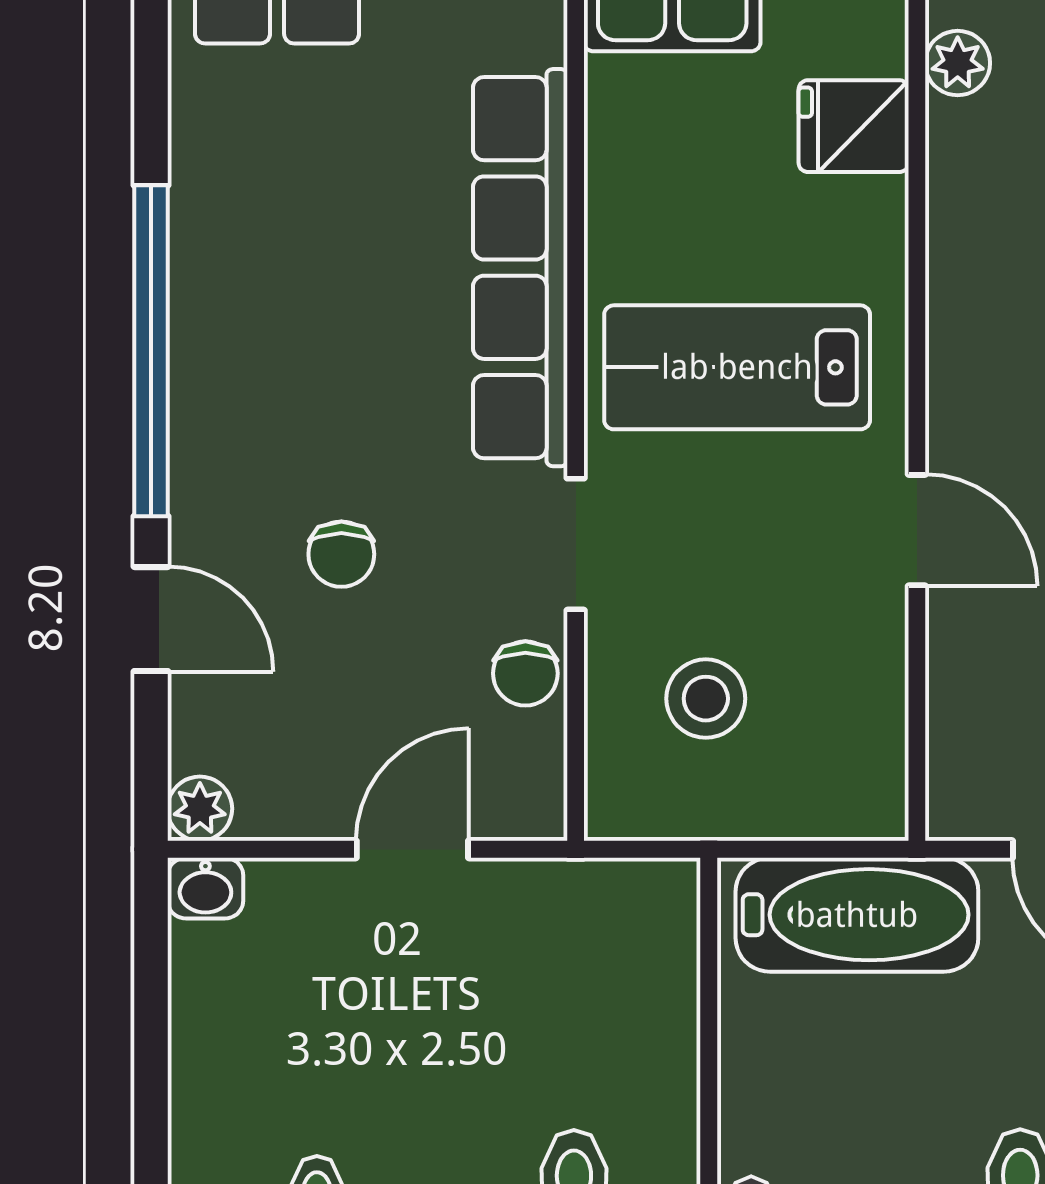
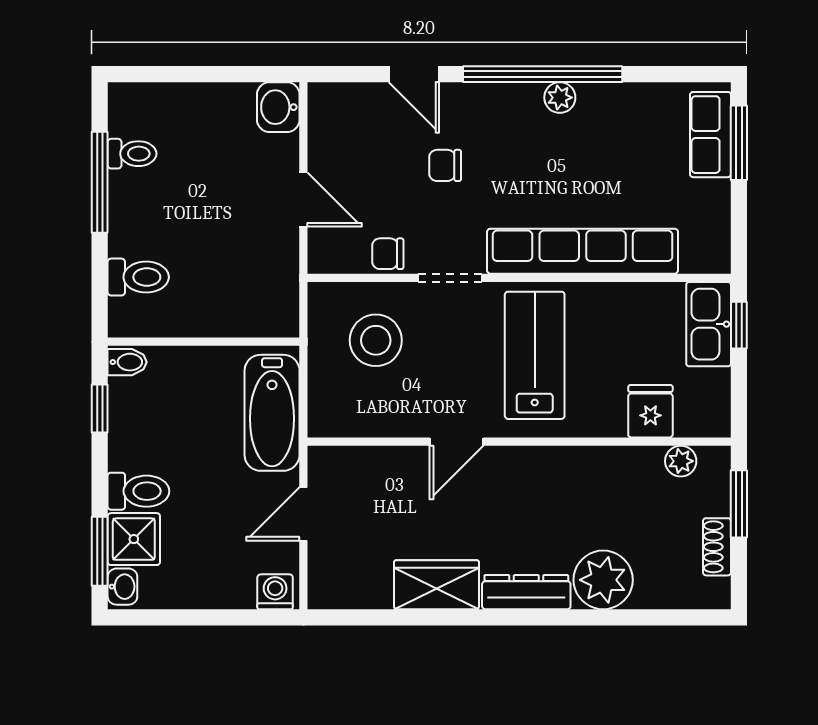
door: (151, 619) -> (414, 74), hinge flipped
stool: (706, 699) -> (376, 340), width x1.38, depth x1.38
plant: (200, 809) -> (560, 98), moved
washbasin: (205, 888) -> (278, 107), width x1.38, depth x1.45

